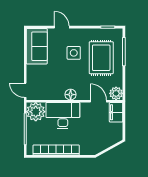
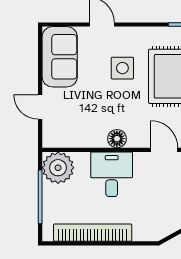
door: (25, 90) -> (40, 107), moved
desk: (63, 116) -> (112, 174), width x0.73

